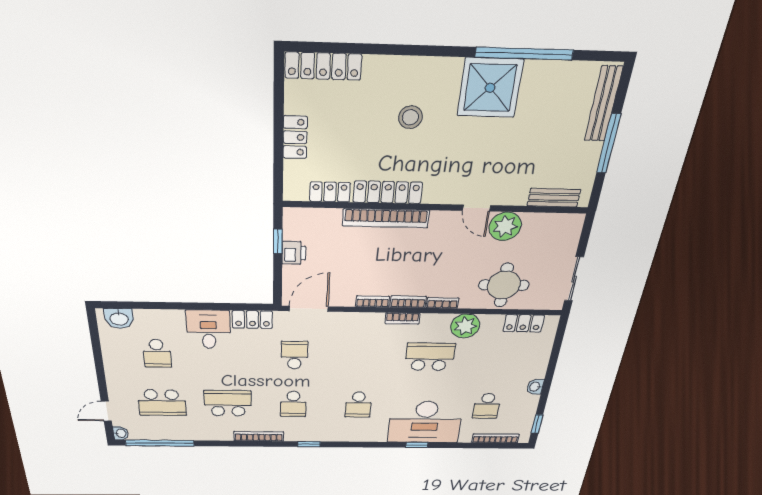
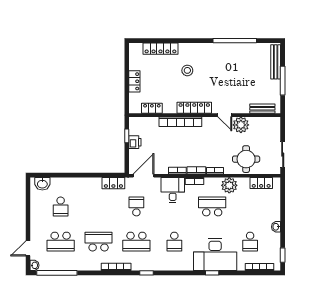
locker: (323, 66) -> (160, 49), moved
shower: (490, 88) -> (222, 56), removed
locker: (388, 192) -> (194, 108), moved
desk: (208, 329) -> (173, 190), moved
school desk: (293, 404) -> (136, 242), width x1.85

